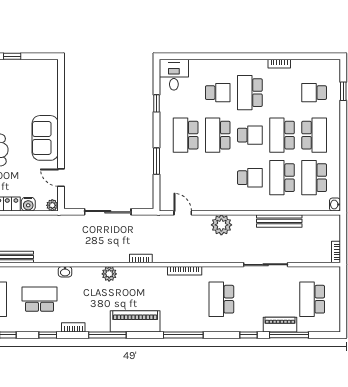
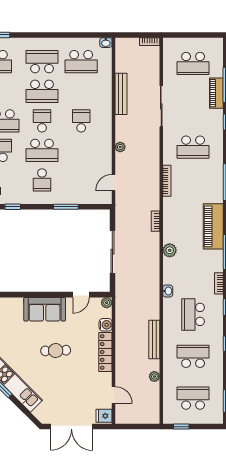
school desk: (186, 135) -> (42, 180), width x0.54
school desk: (282, 178) -> (81, 91), removed
plant: (221, 225) -> (120, 147), width x0.53, depth x0.53

